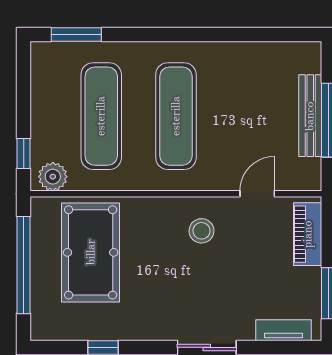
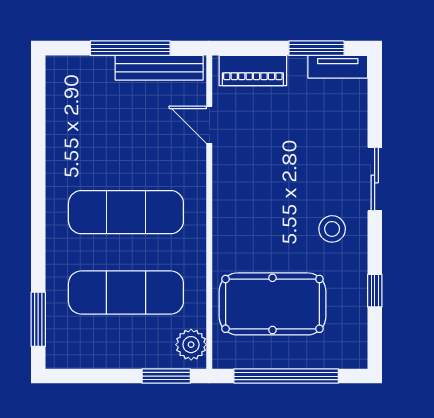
bench: (310, 116) -> (159, 68), moved
window: (24, 154) -> (166, 376), width x1.50
stool: (201, 231) -> (332, 229), moved
tv unit: (284, 330) -> (338, 67), moved, turned -90

